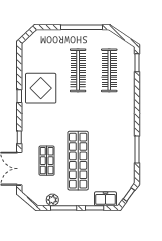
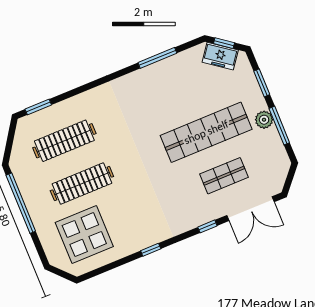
display table: (41, 88) -> (84, 235), moved
freezer: (105, 199) -> (220, 56), moved, turned -54
plant: (52, 200) -> (264, 120), moved

